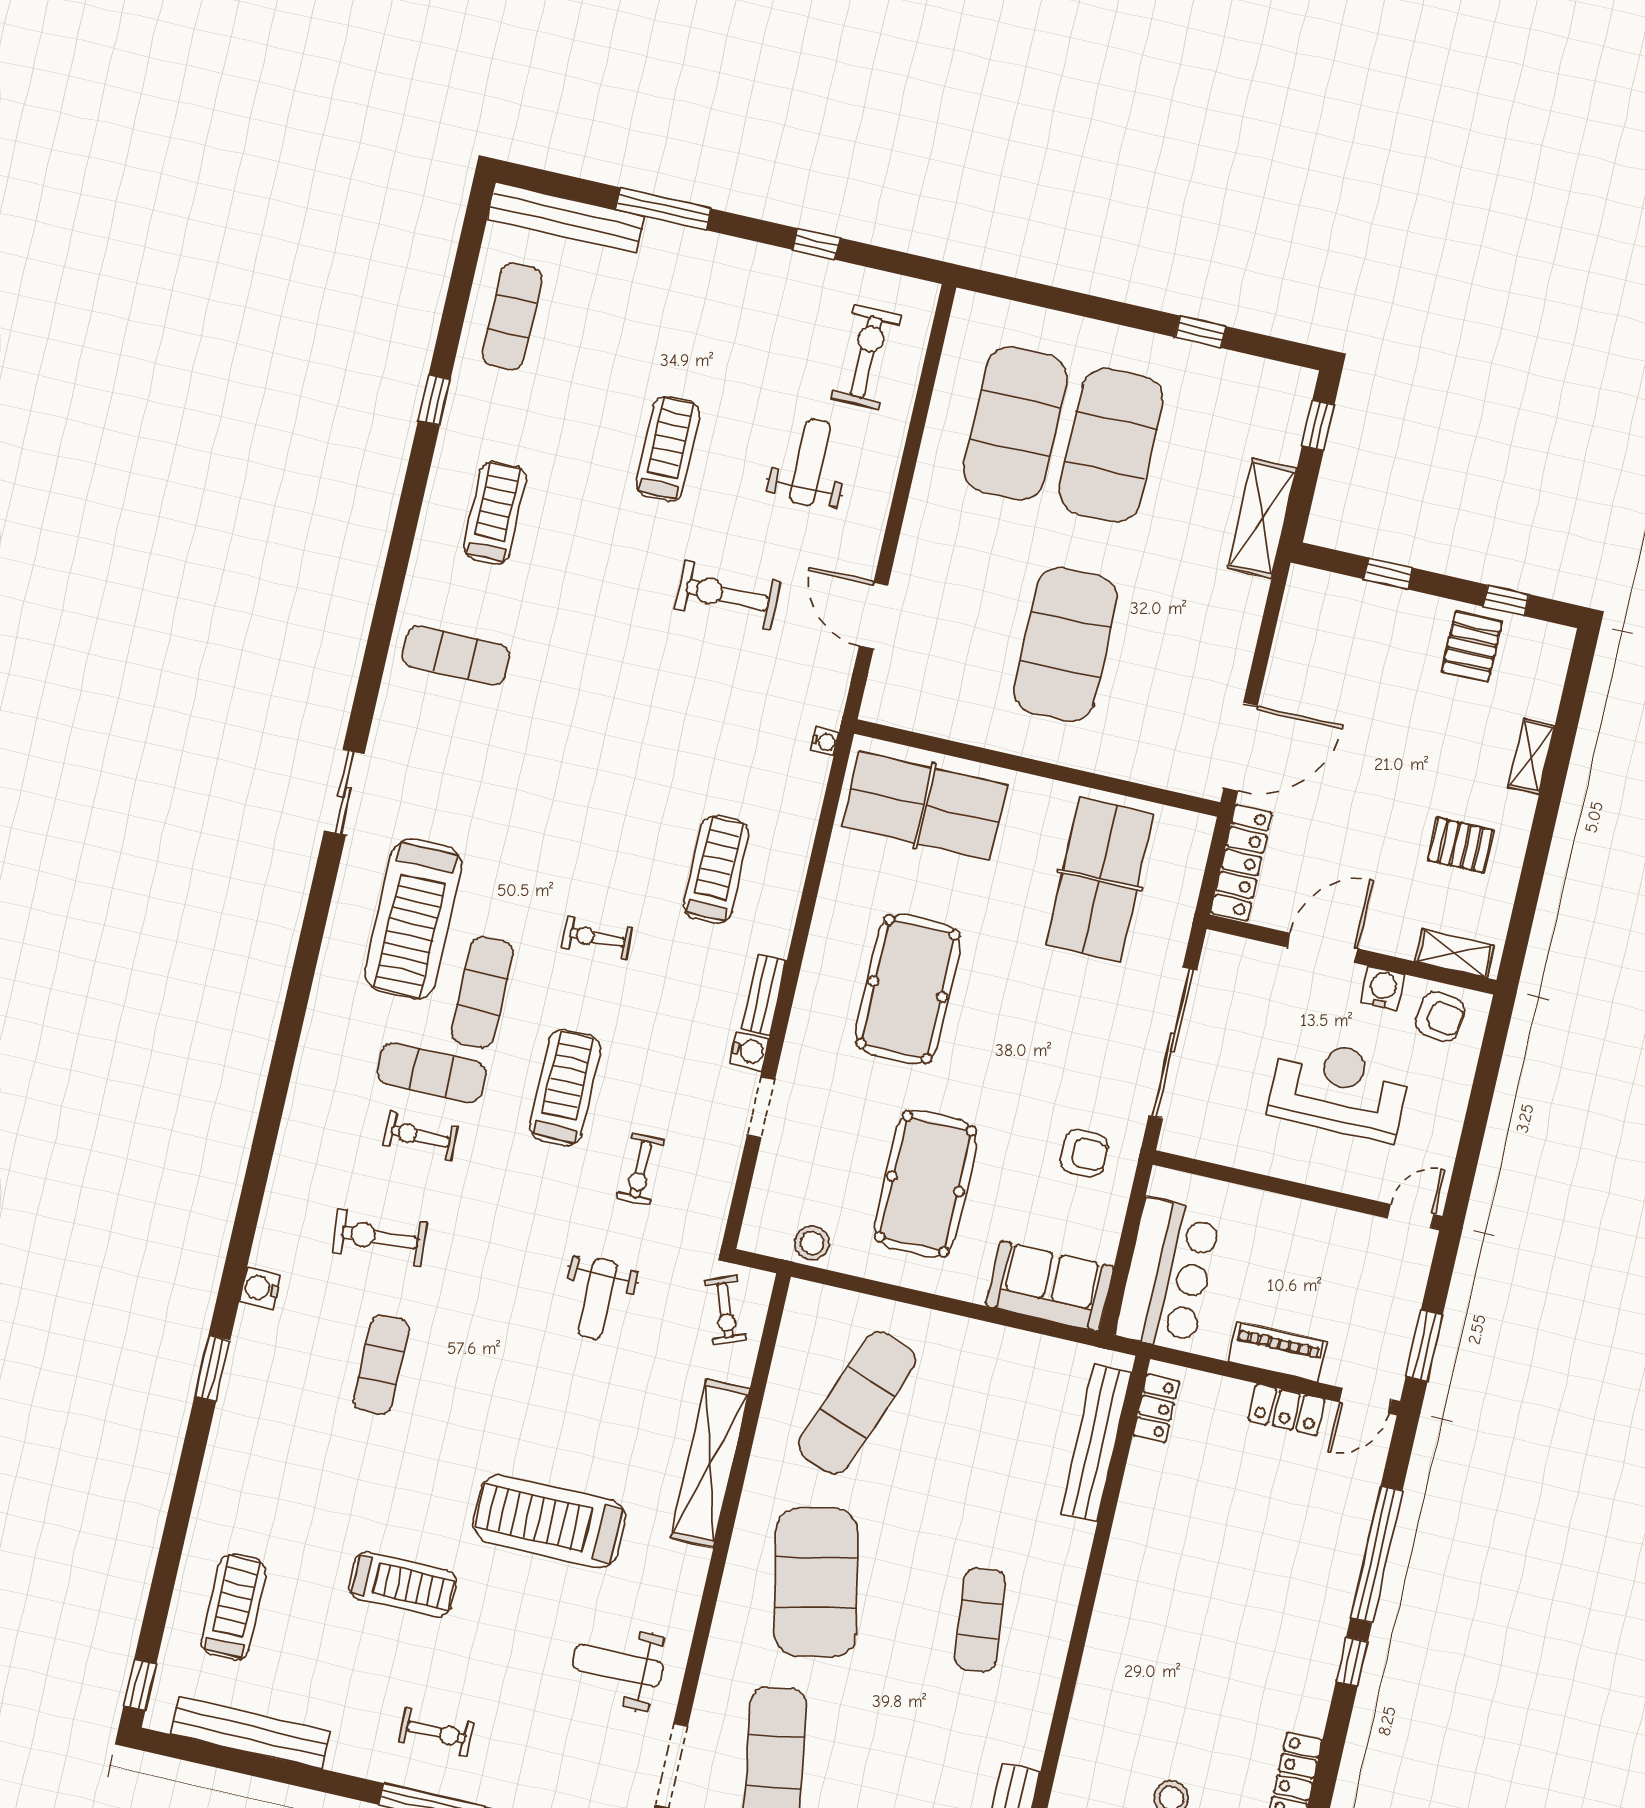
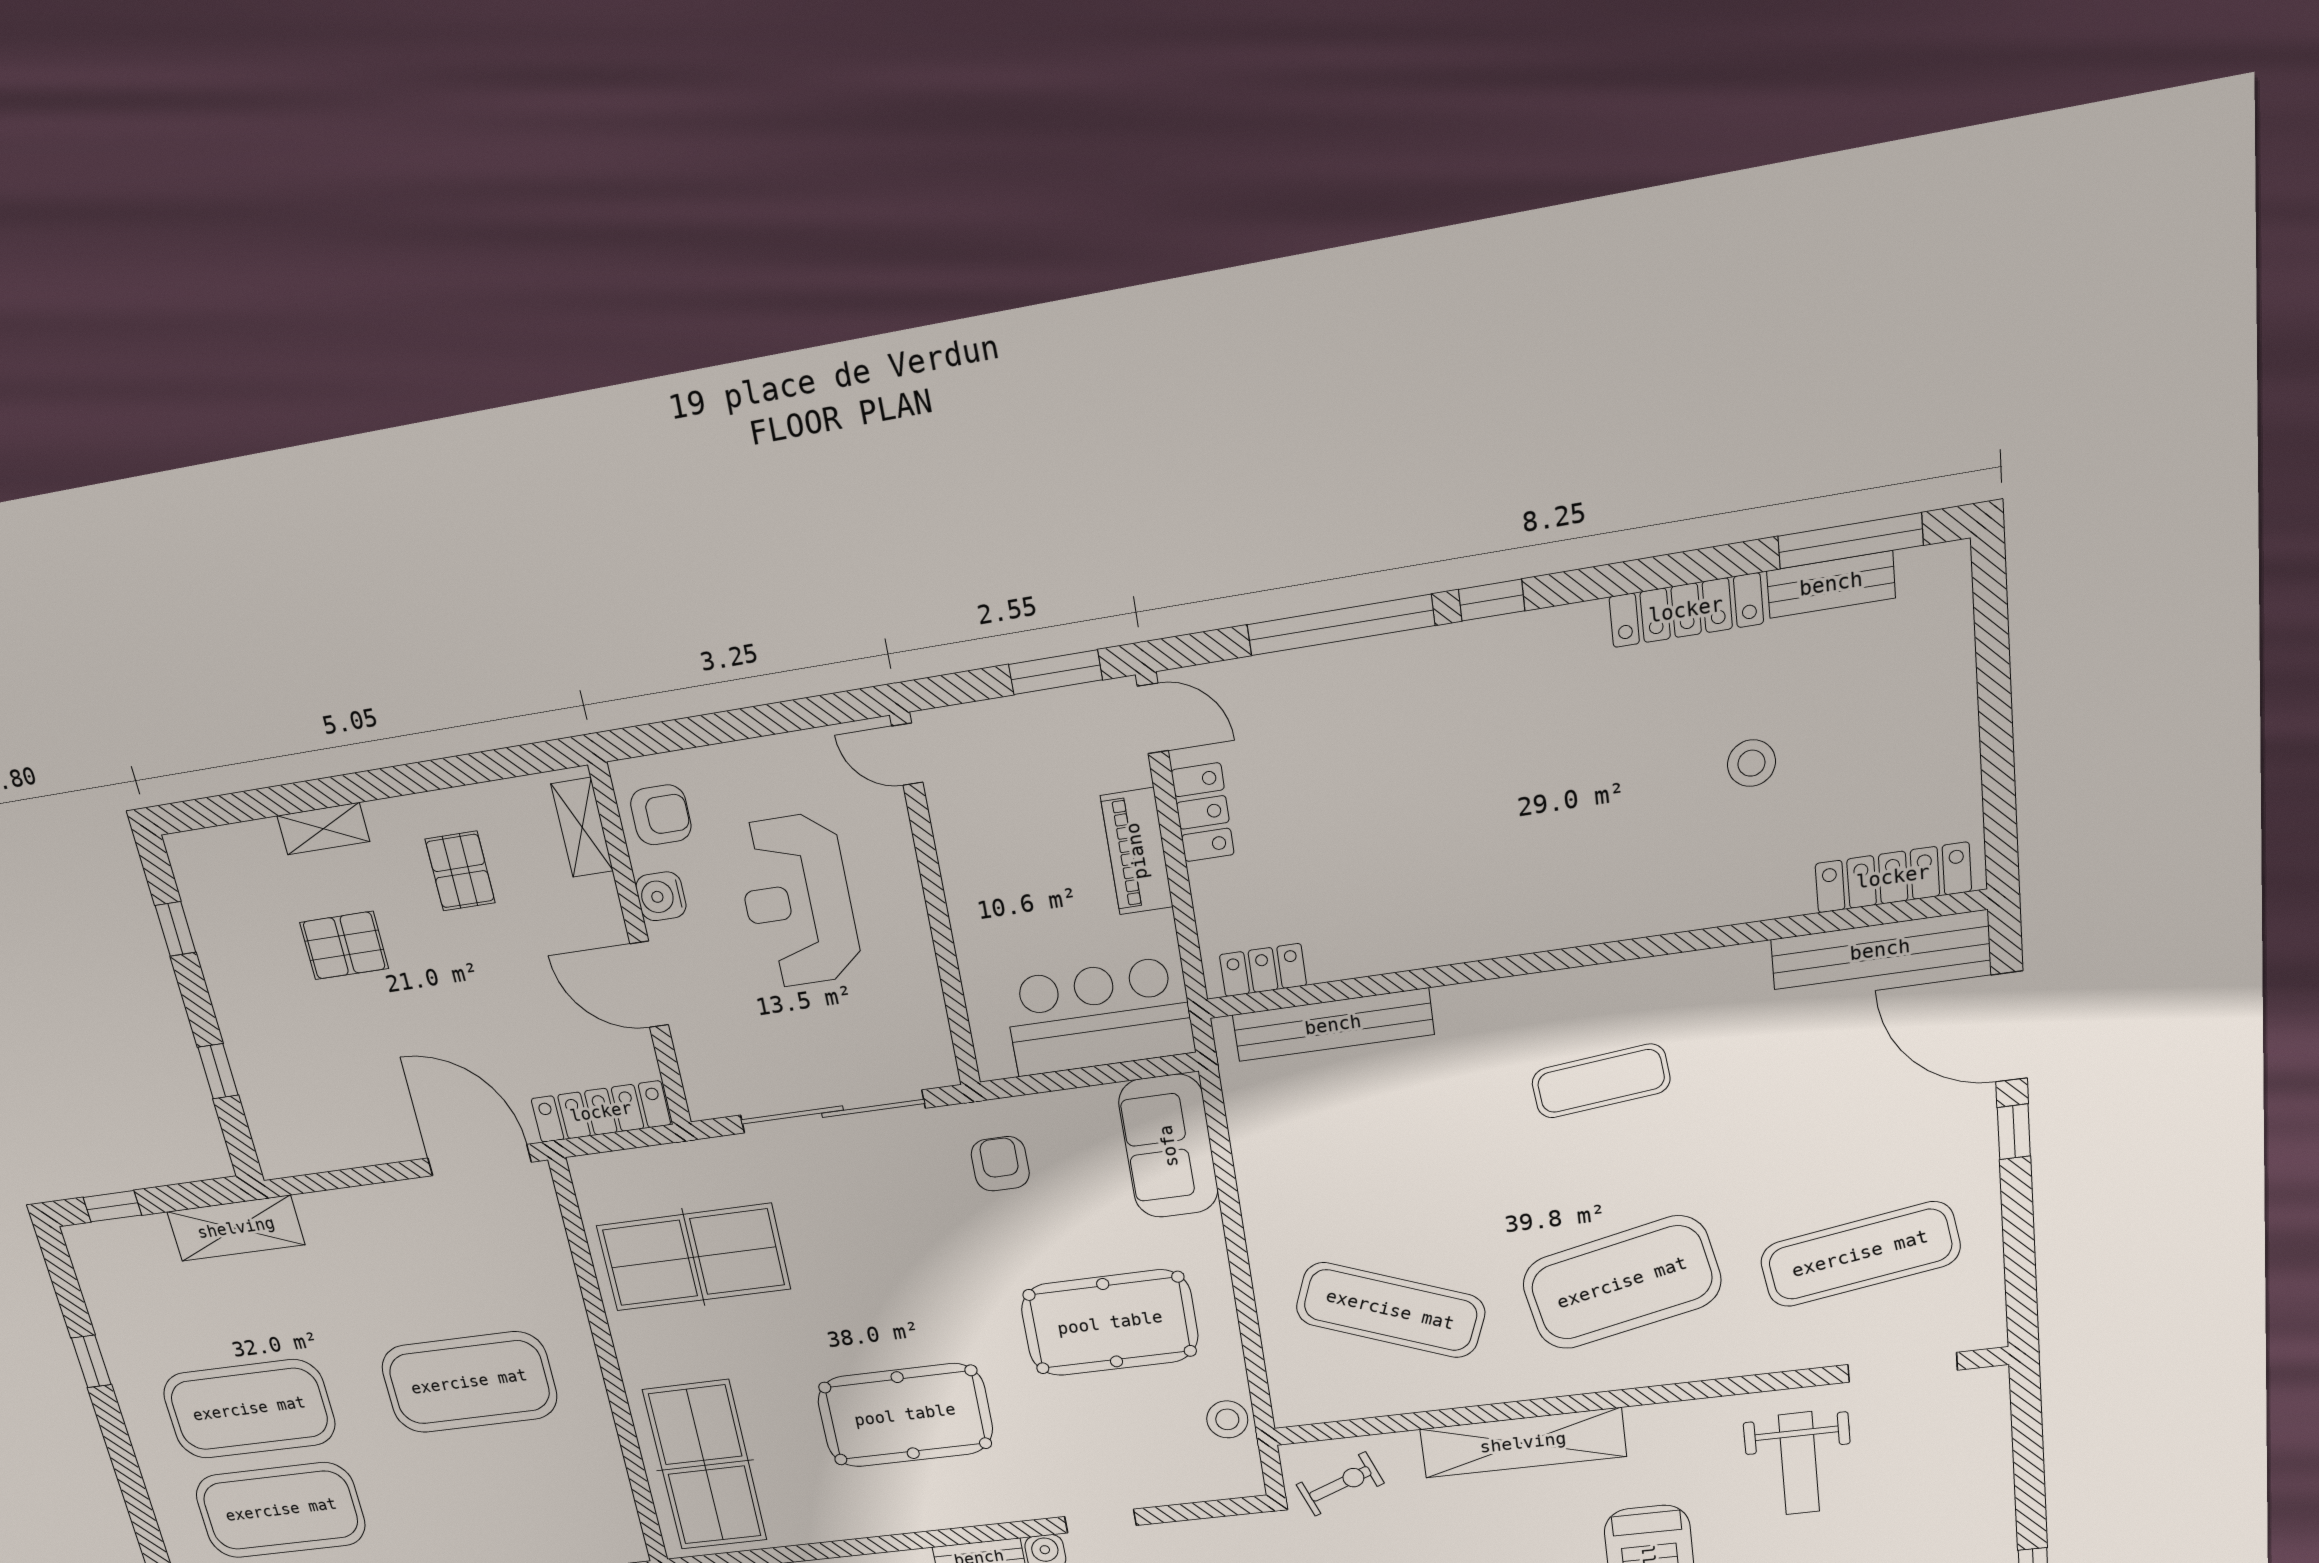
pallet: (1472, 647) -> (344, 945), moved
armchair: (1440, 1017) -> (661, 815), turned 83

